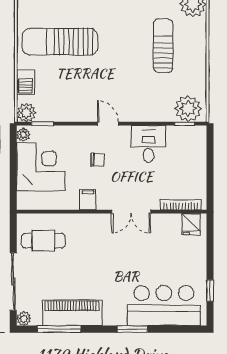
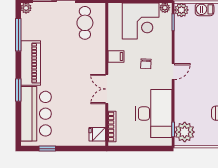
desk: (149, 144) -> (154, 113), width x1.87, depth x1.30
piano: (72, 313) -> (31, 63), moved

